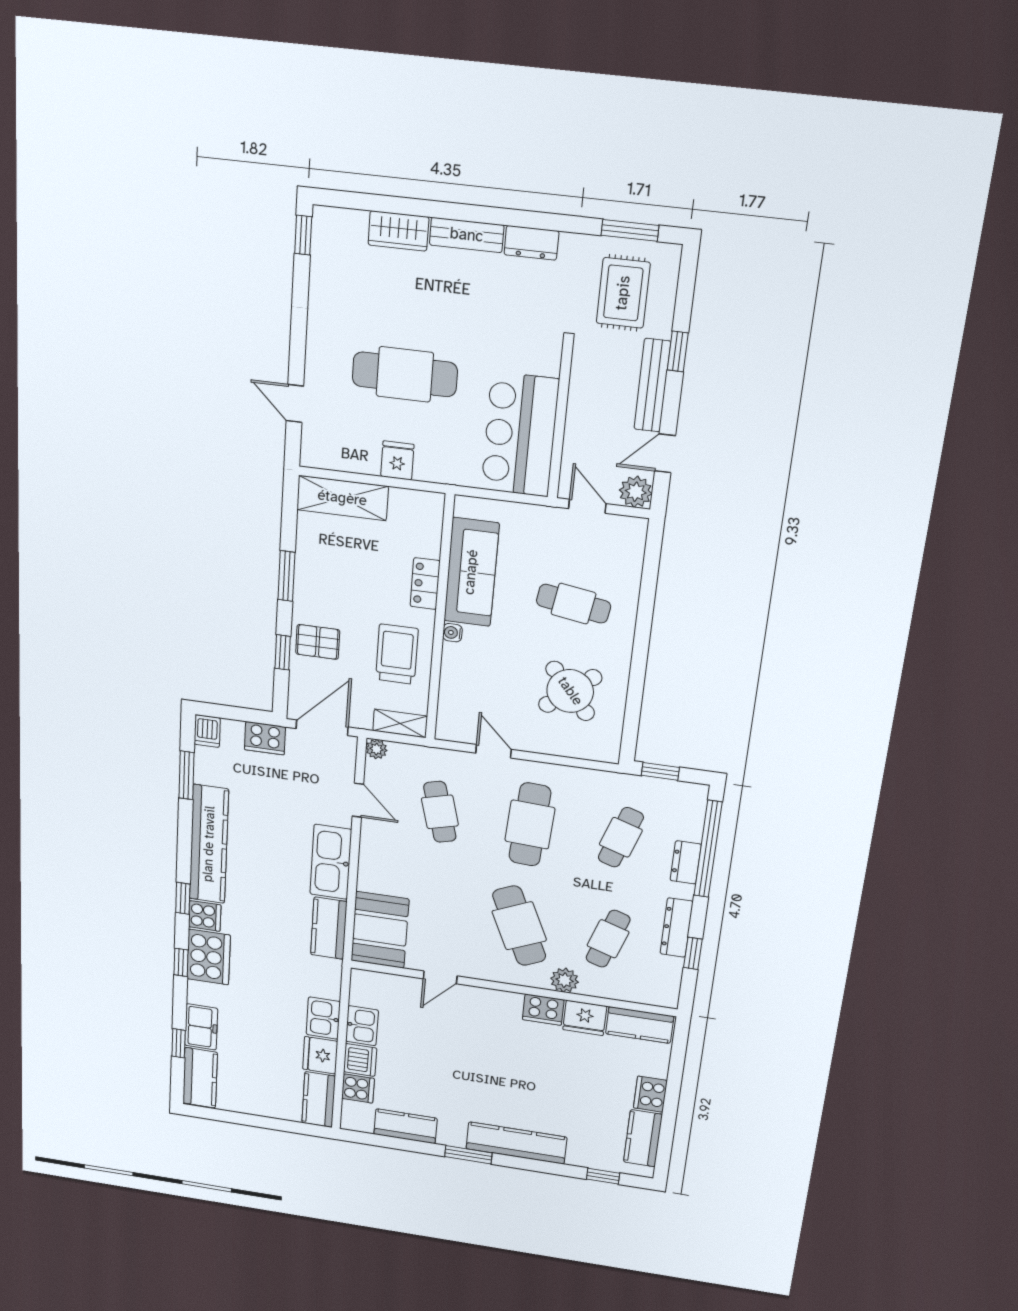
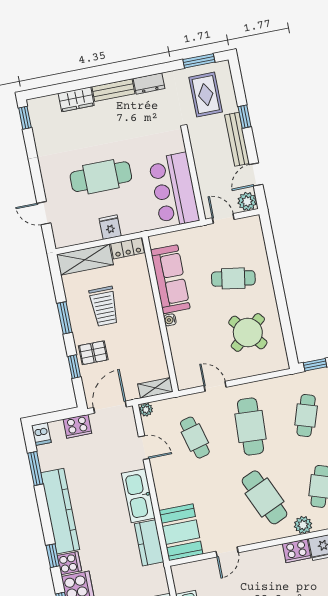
locker: (425, 584) -> (127, 248), moved, turned -90
trolley: (397, 654) -> (104, 306), moved, turned 180

